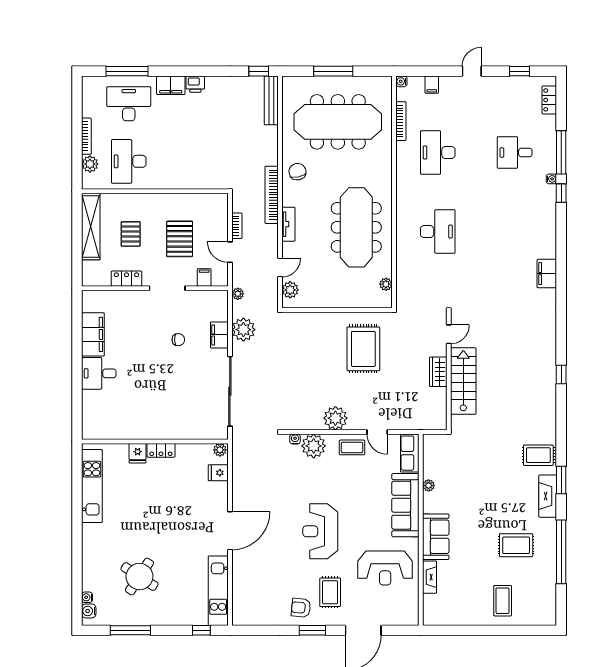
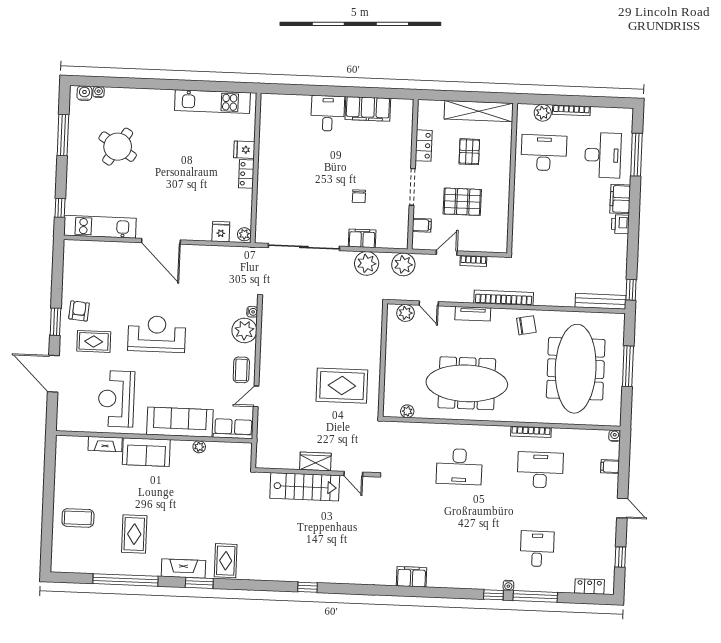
bookcase: (401, 121) -> (531, 432), moved
pallet: (131, 234) -> (469, 152), turned 90
plant: (238, 294) -> (403, 264), width x1.88, depth x1.88
plant: (335, 418) -> (272, 354), removed

